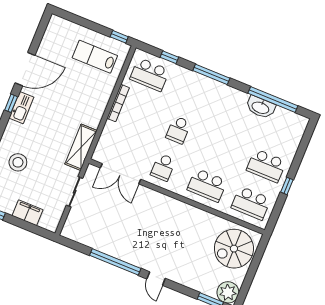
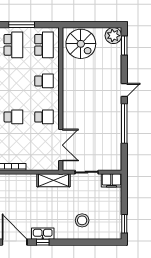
school desk: (207, 185) -> (44, 81), width x0.54
window: (287, 186) -> (22, 25), width x2.17
filing cabinet: (27, 213) -> (112, 180), moved, turned -90

